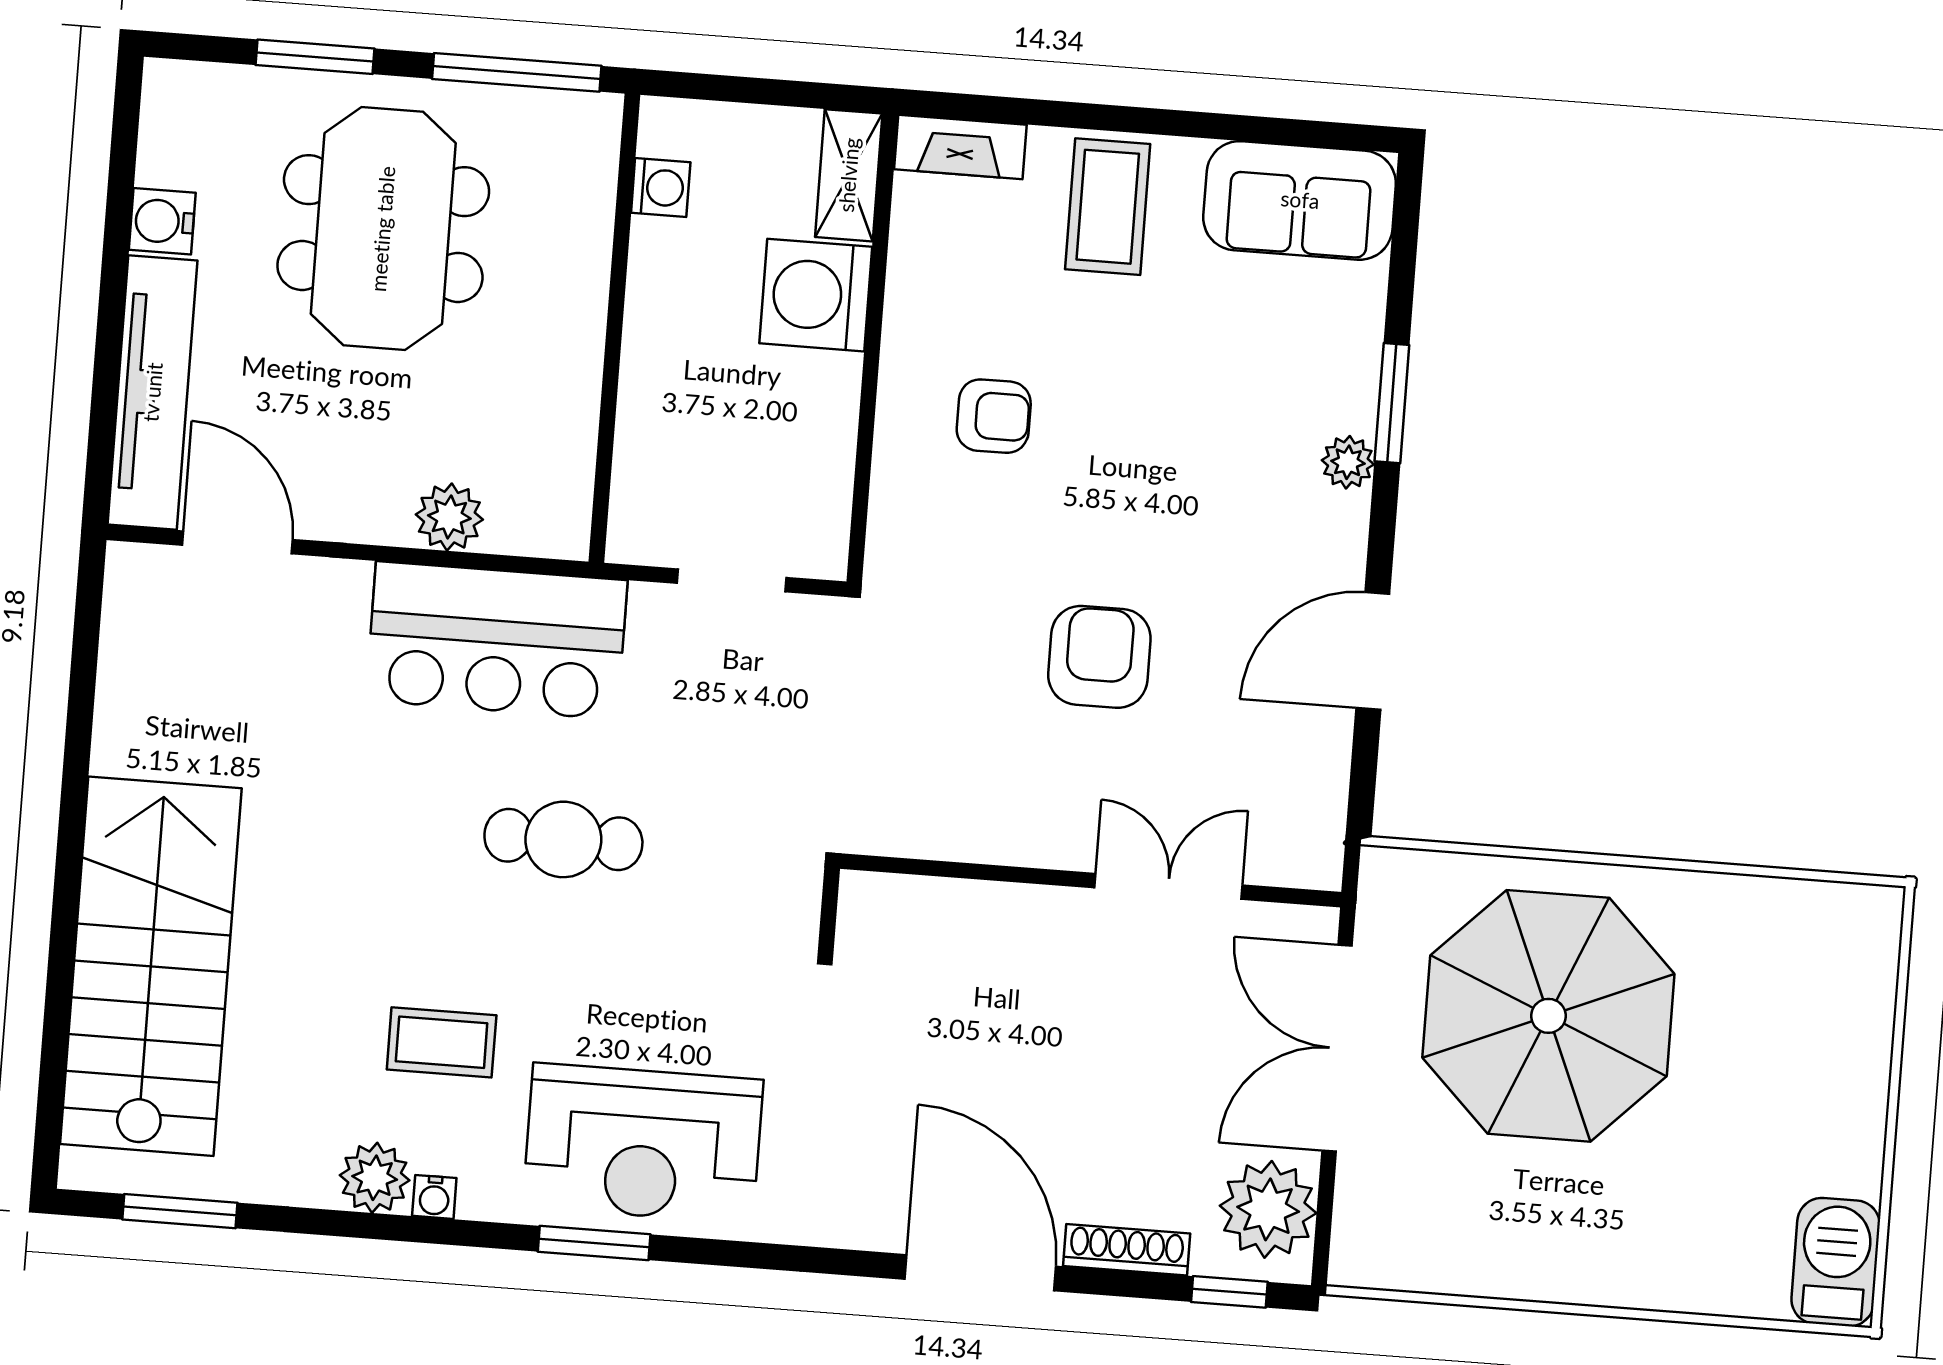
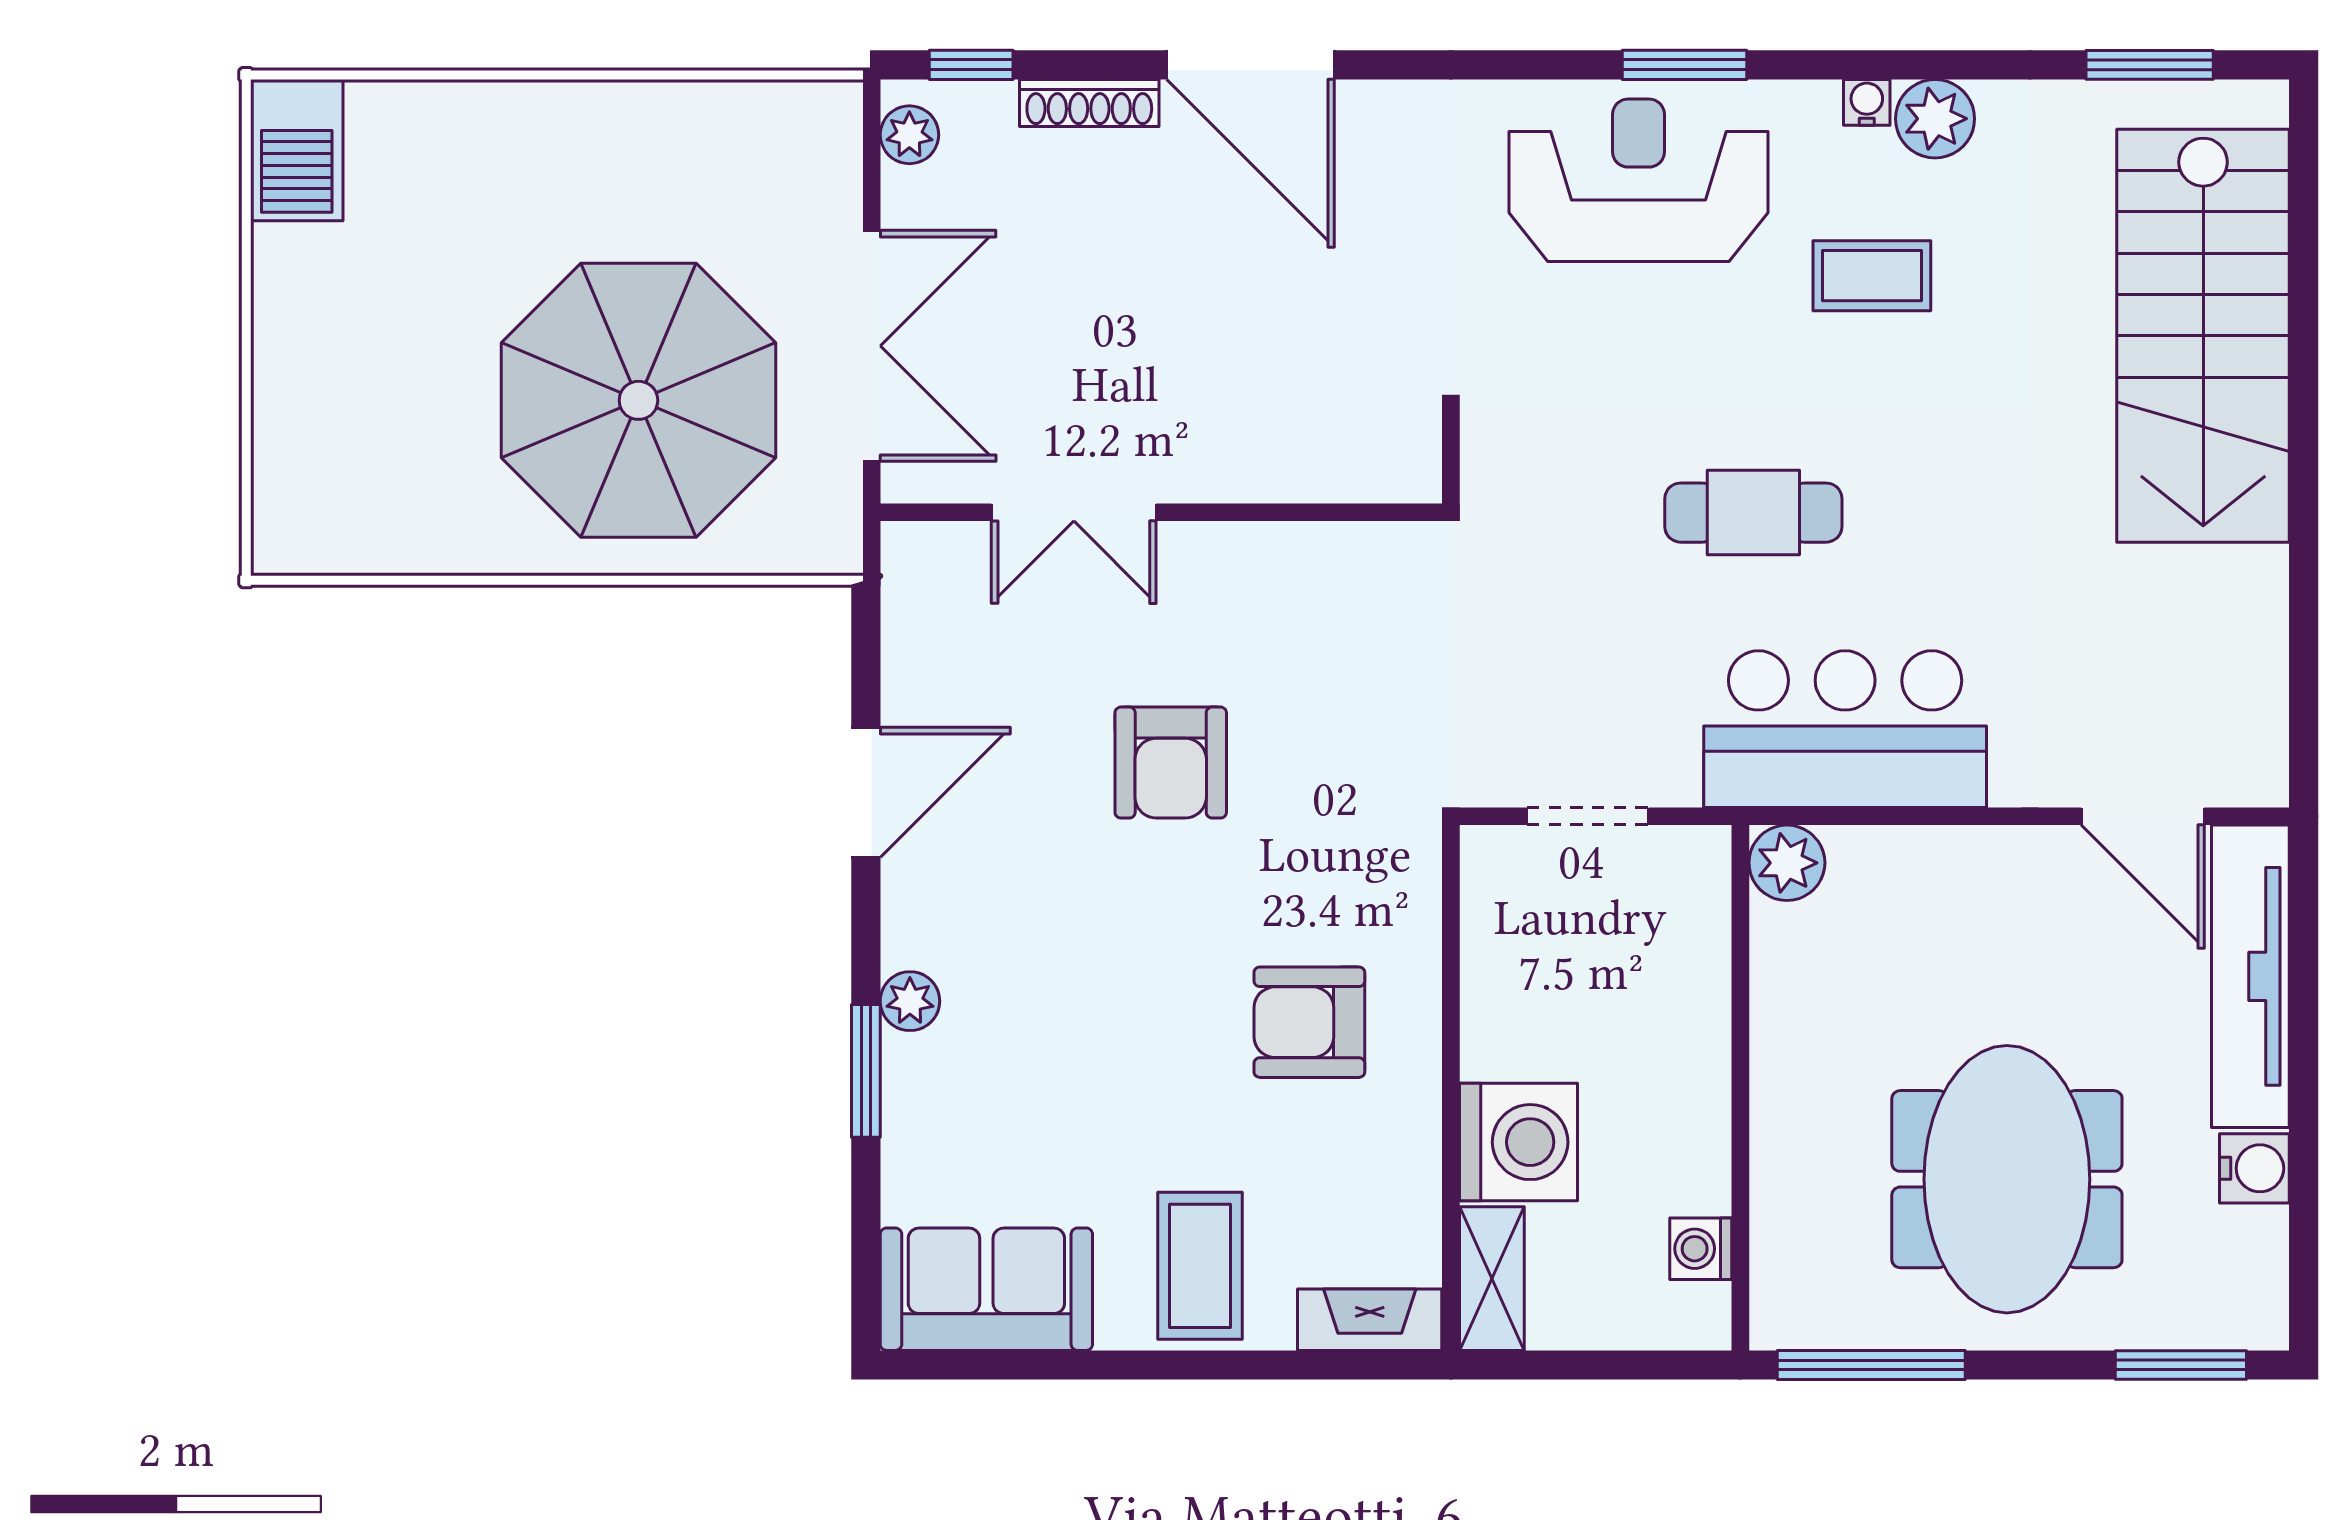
window: (315, 57) -> (2181, 1365), moved
armchair: (994, 416) -> (1309, 1022), width x1.38, depth x1.38
plant: (449, 517) -> (1787, 863), moved
plant: (1268, 1209) -> (909, 135), width x0.53, depth x0.53

